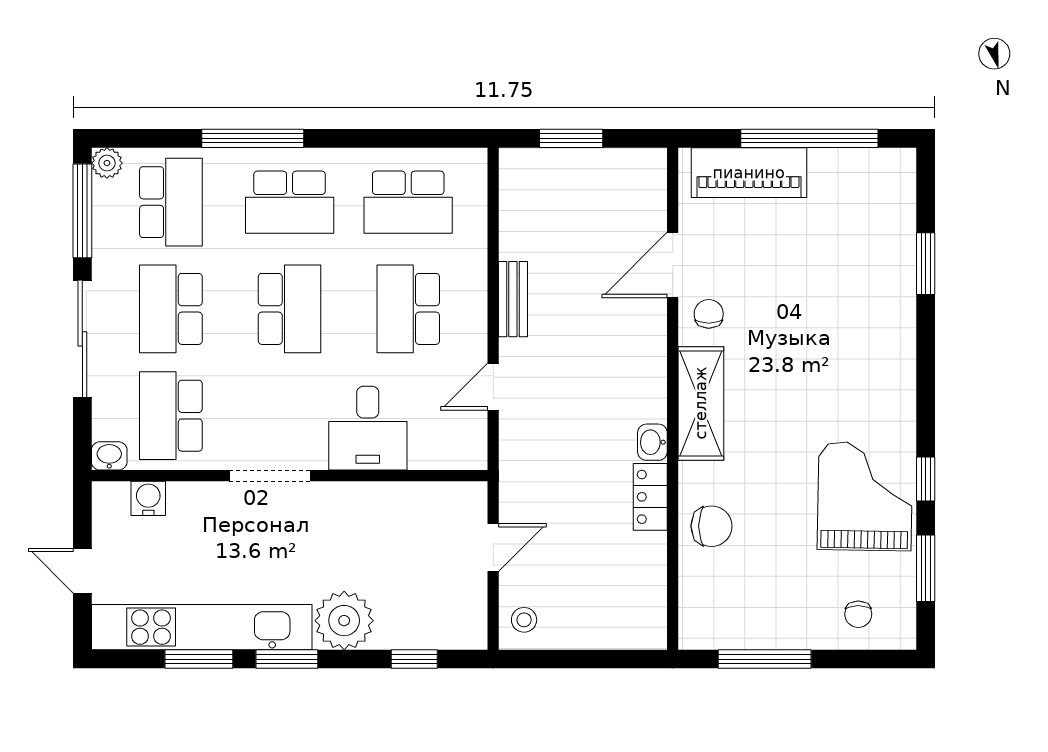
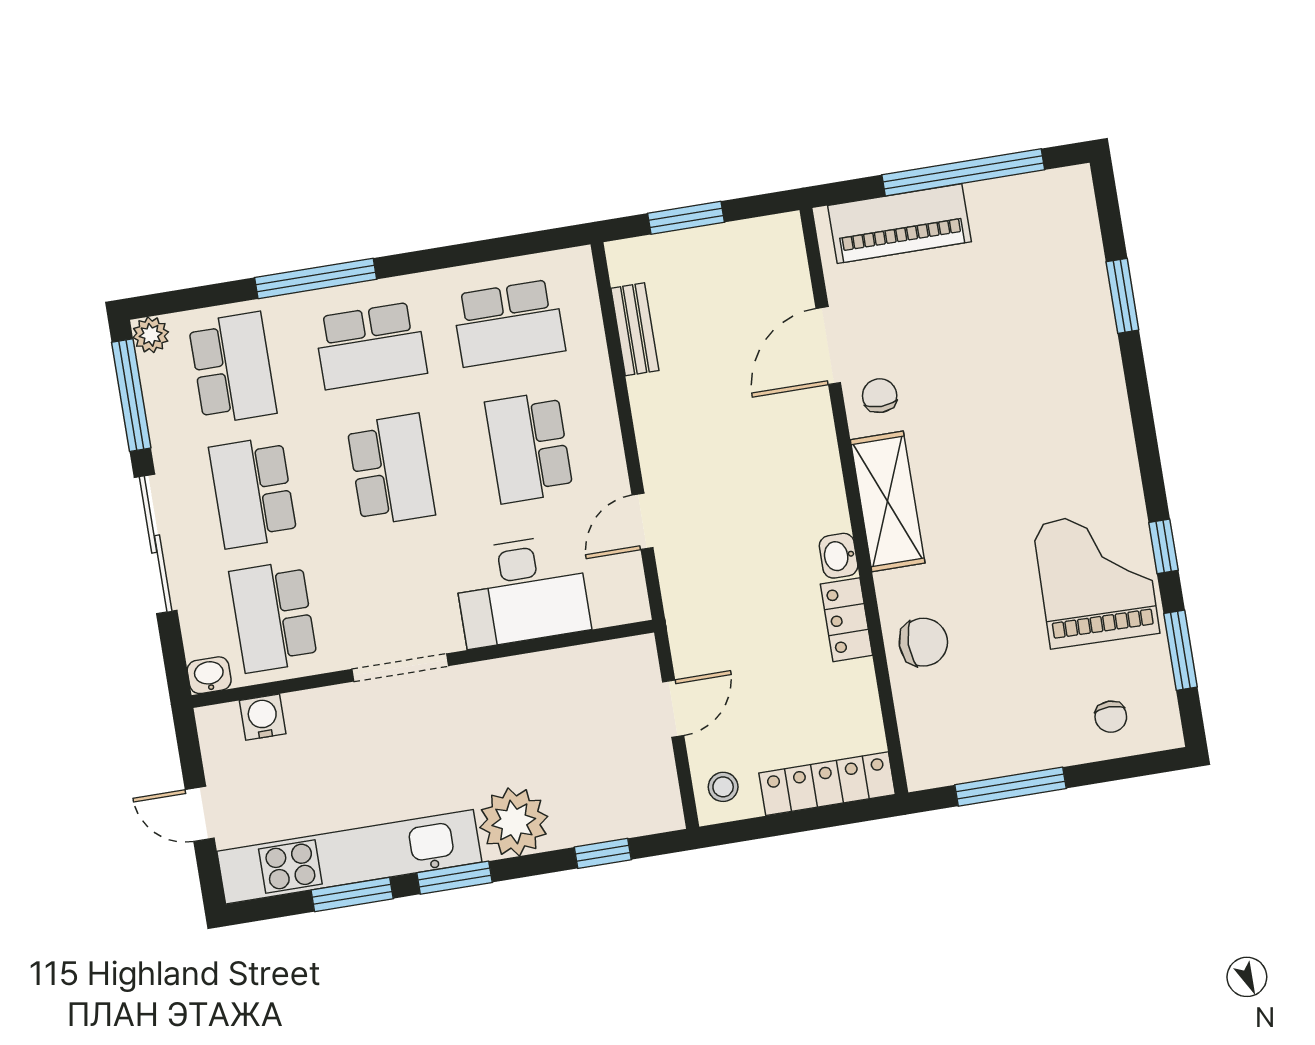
bench: (513, 299) -> (635, 329), moved
desk: (368, 428) -> (522, 591), width x1.37
locker: (612, 631) -> (827, 784), added

